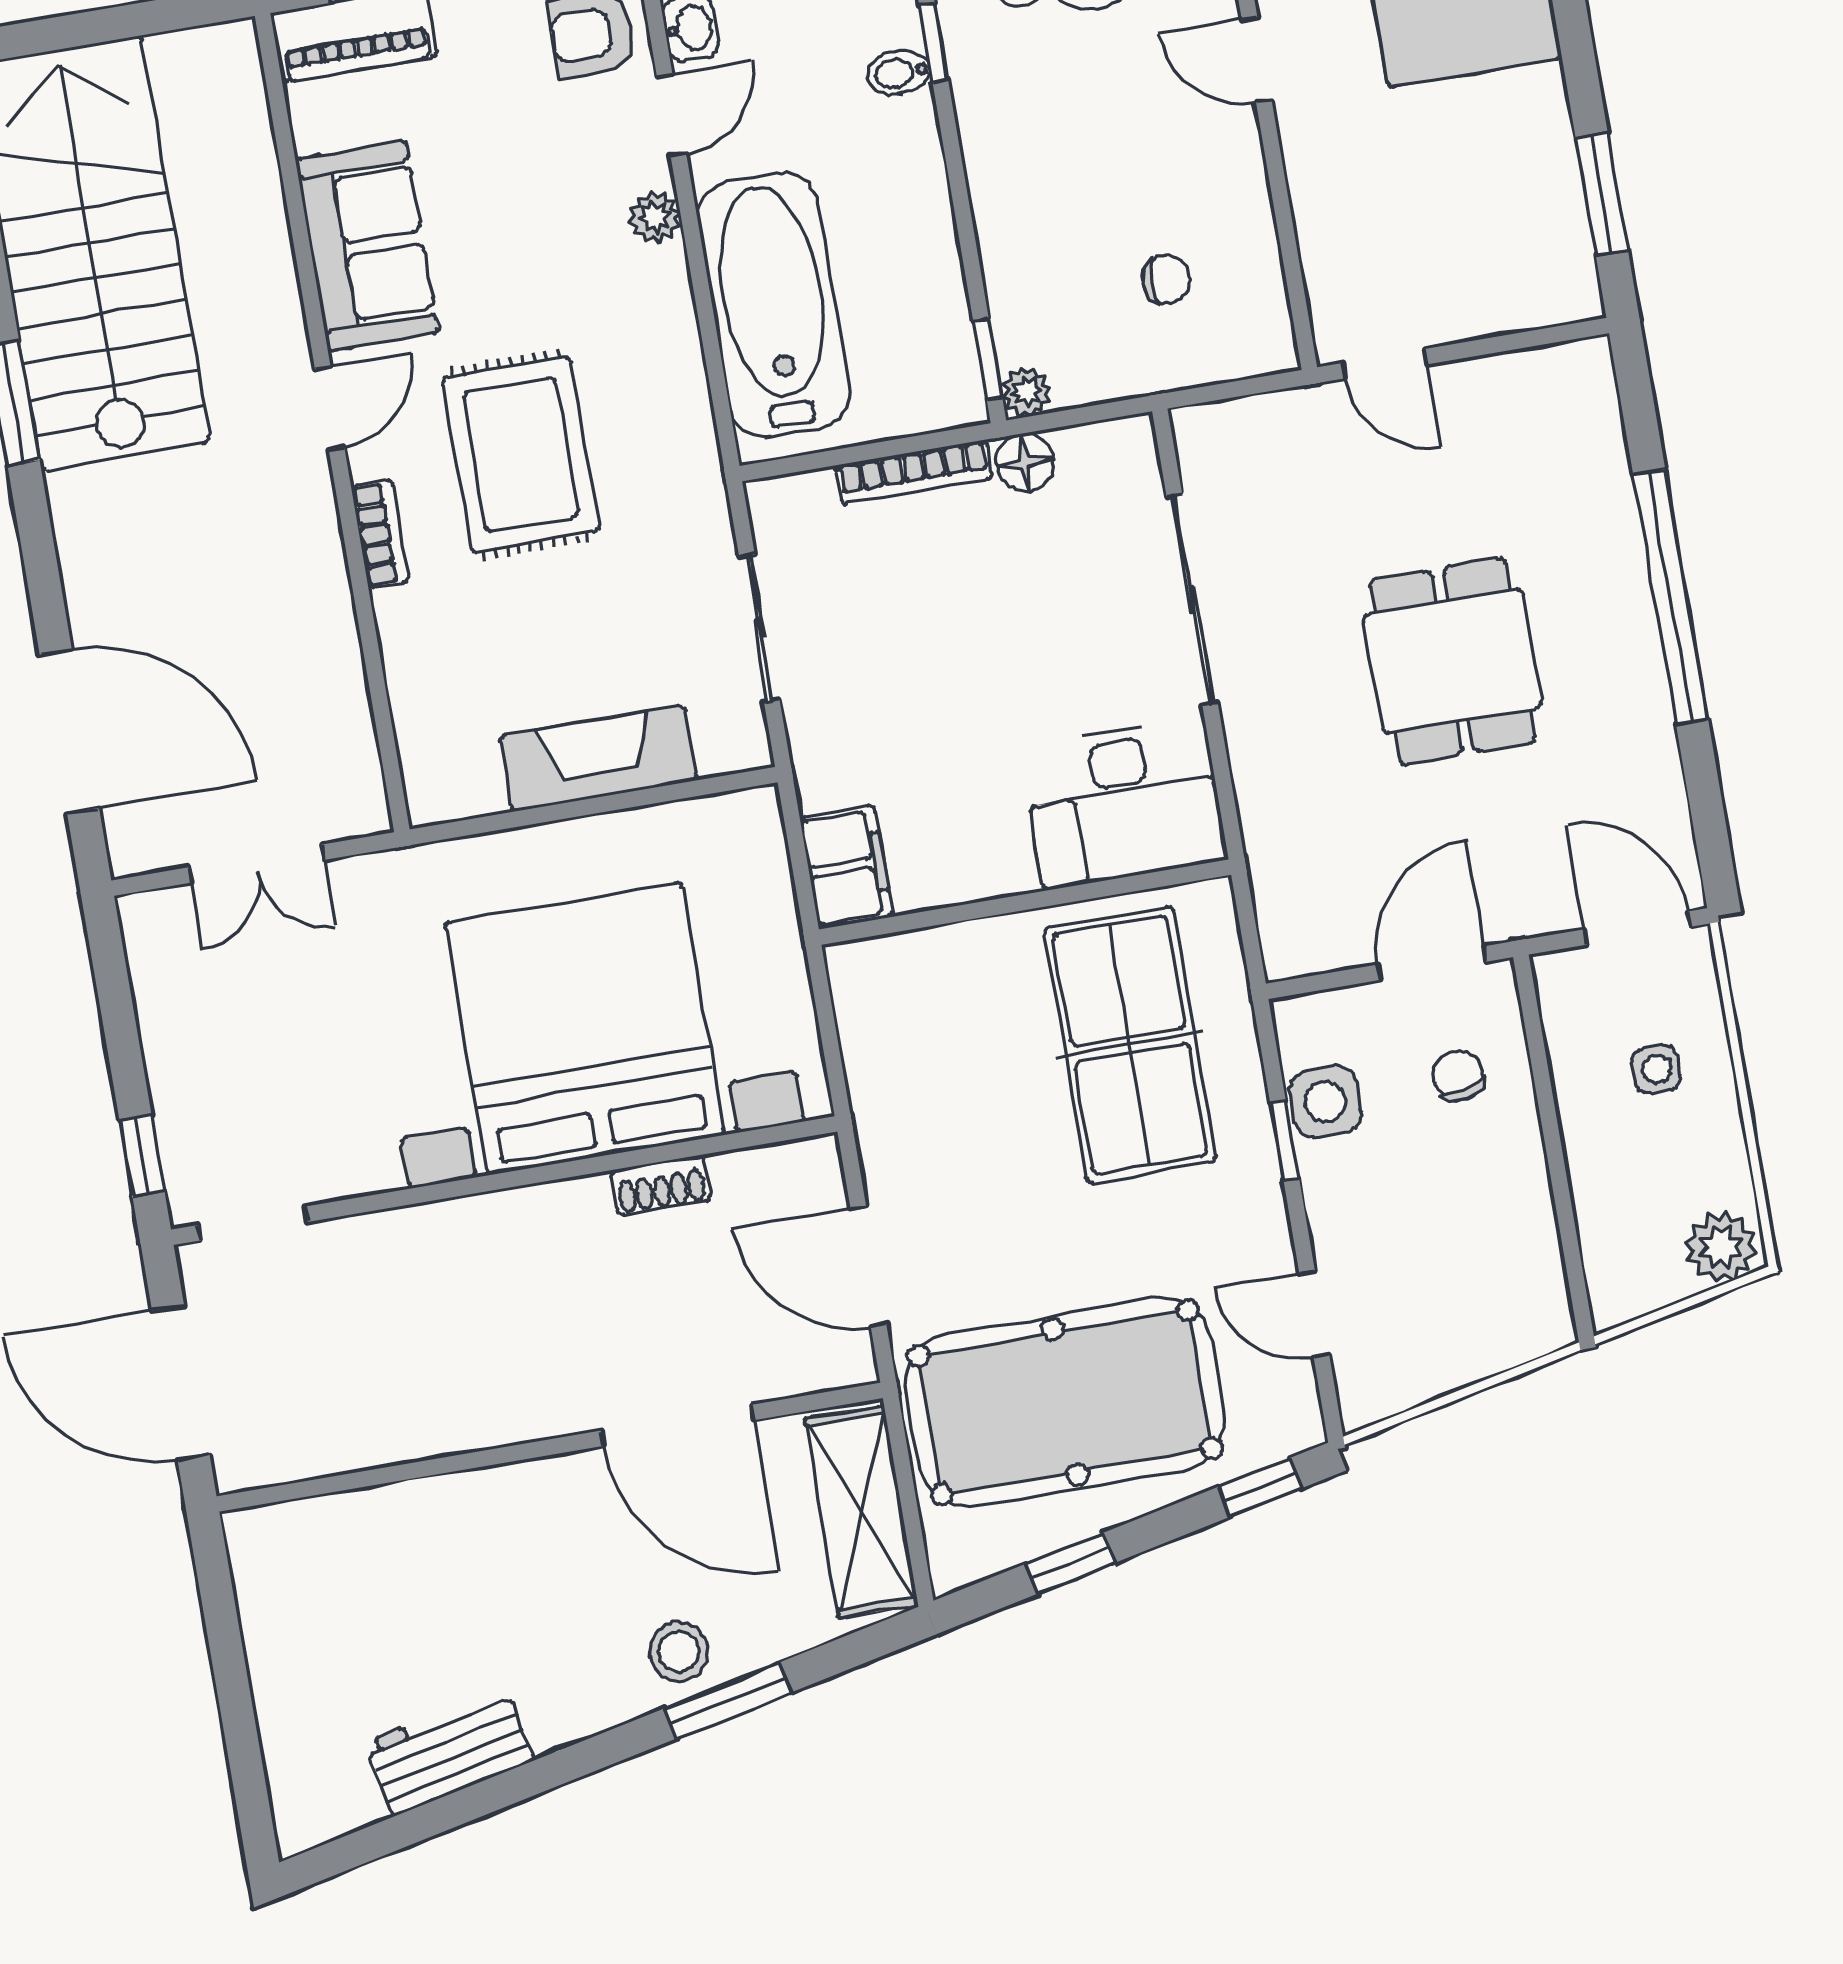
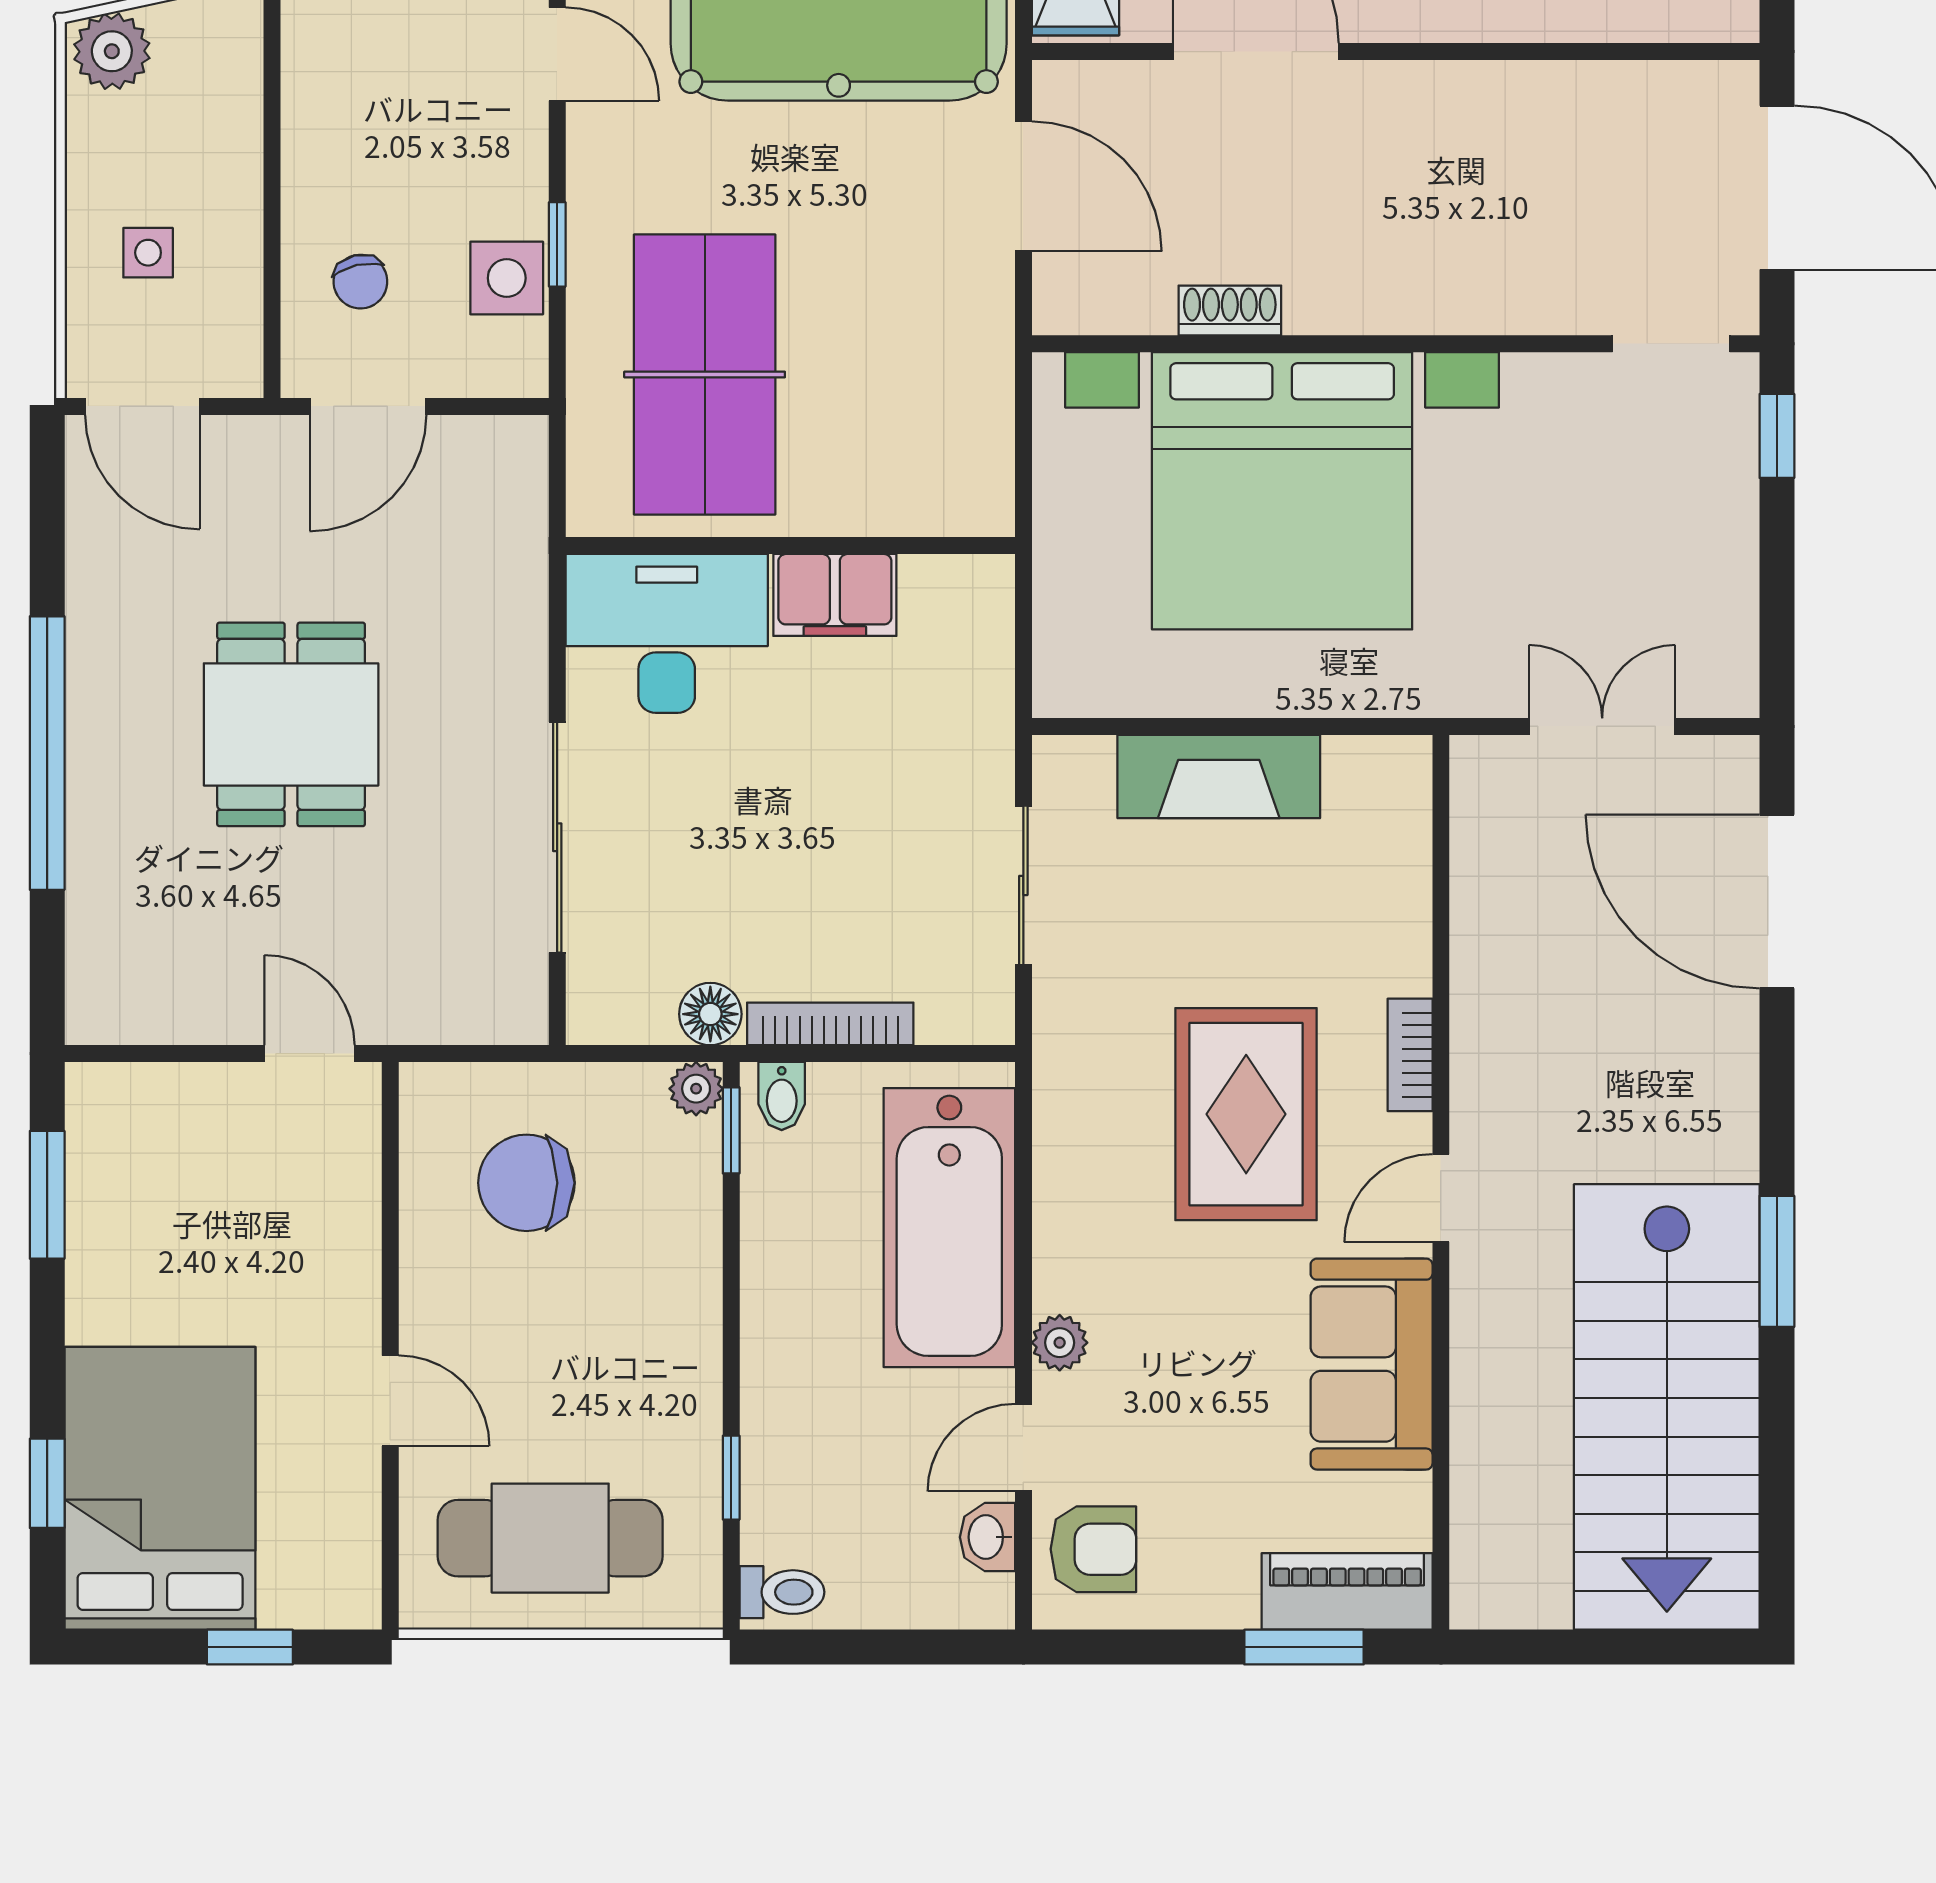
bidet: (899, 73) -> (782, 1096), moved, turned 90
chair: (1166, 280) -> (526, 1183), width x1.87, depth x1.87
filing cabinet: (846, 867) -> (835, 595), moved, turned -90

